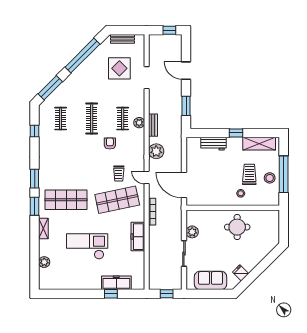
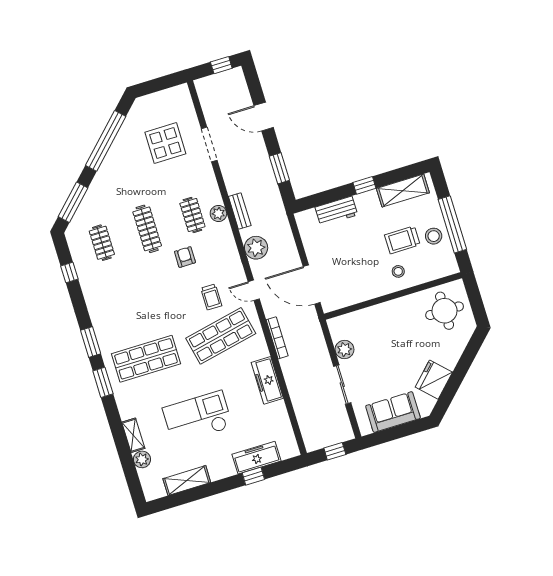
bench: (123, 39) -> (157, 99), removed
trolley: (249, 174) -> (402, 240), turned -90
round table: (237, 227) -> (445, 311), moved
shelving: (43, 228) -> (133, 435), moved
fridge: (241, 273) -> (434, 380), width x1.88, depth x1.34
shelving: (68, 284) -> (187, 481), added

